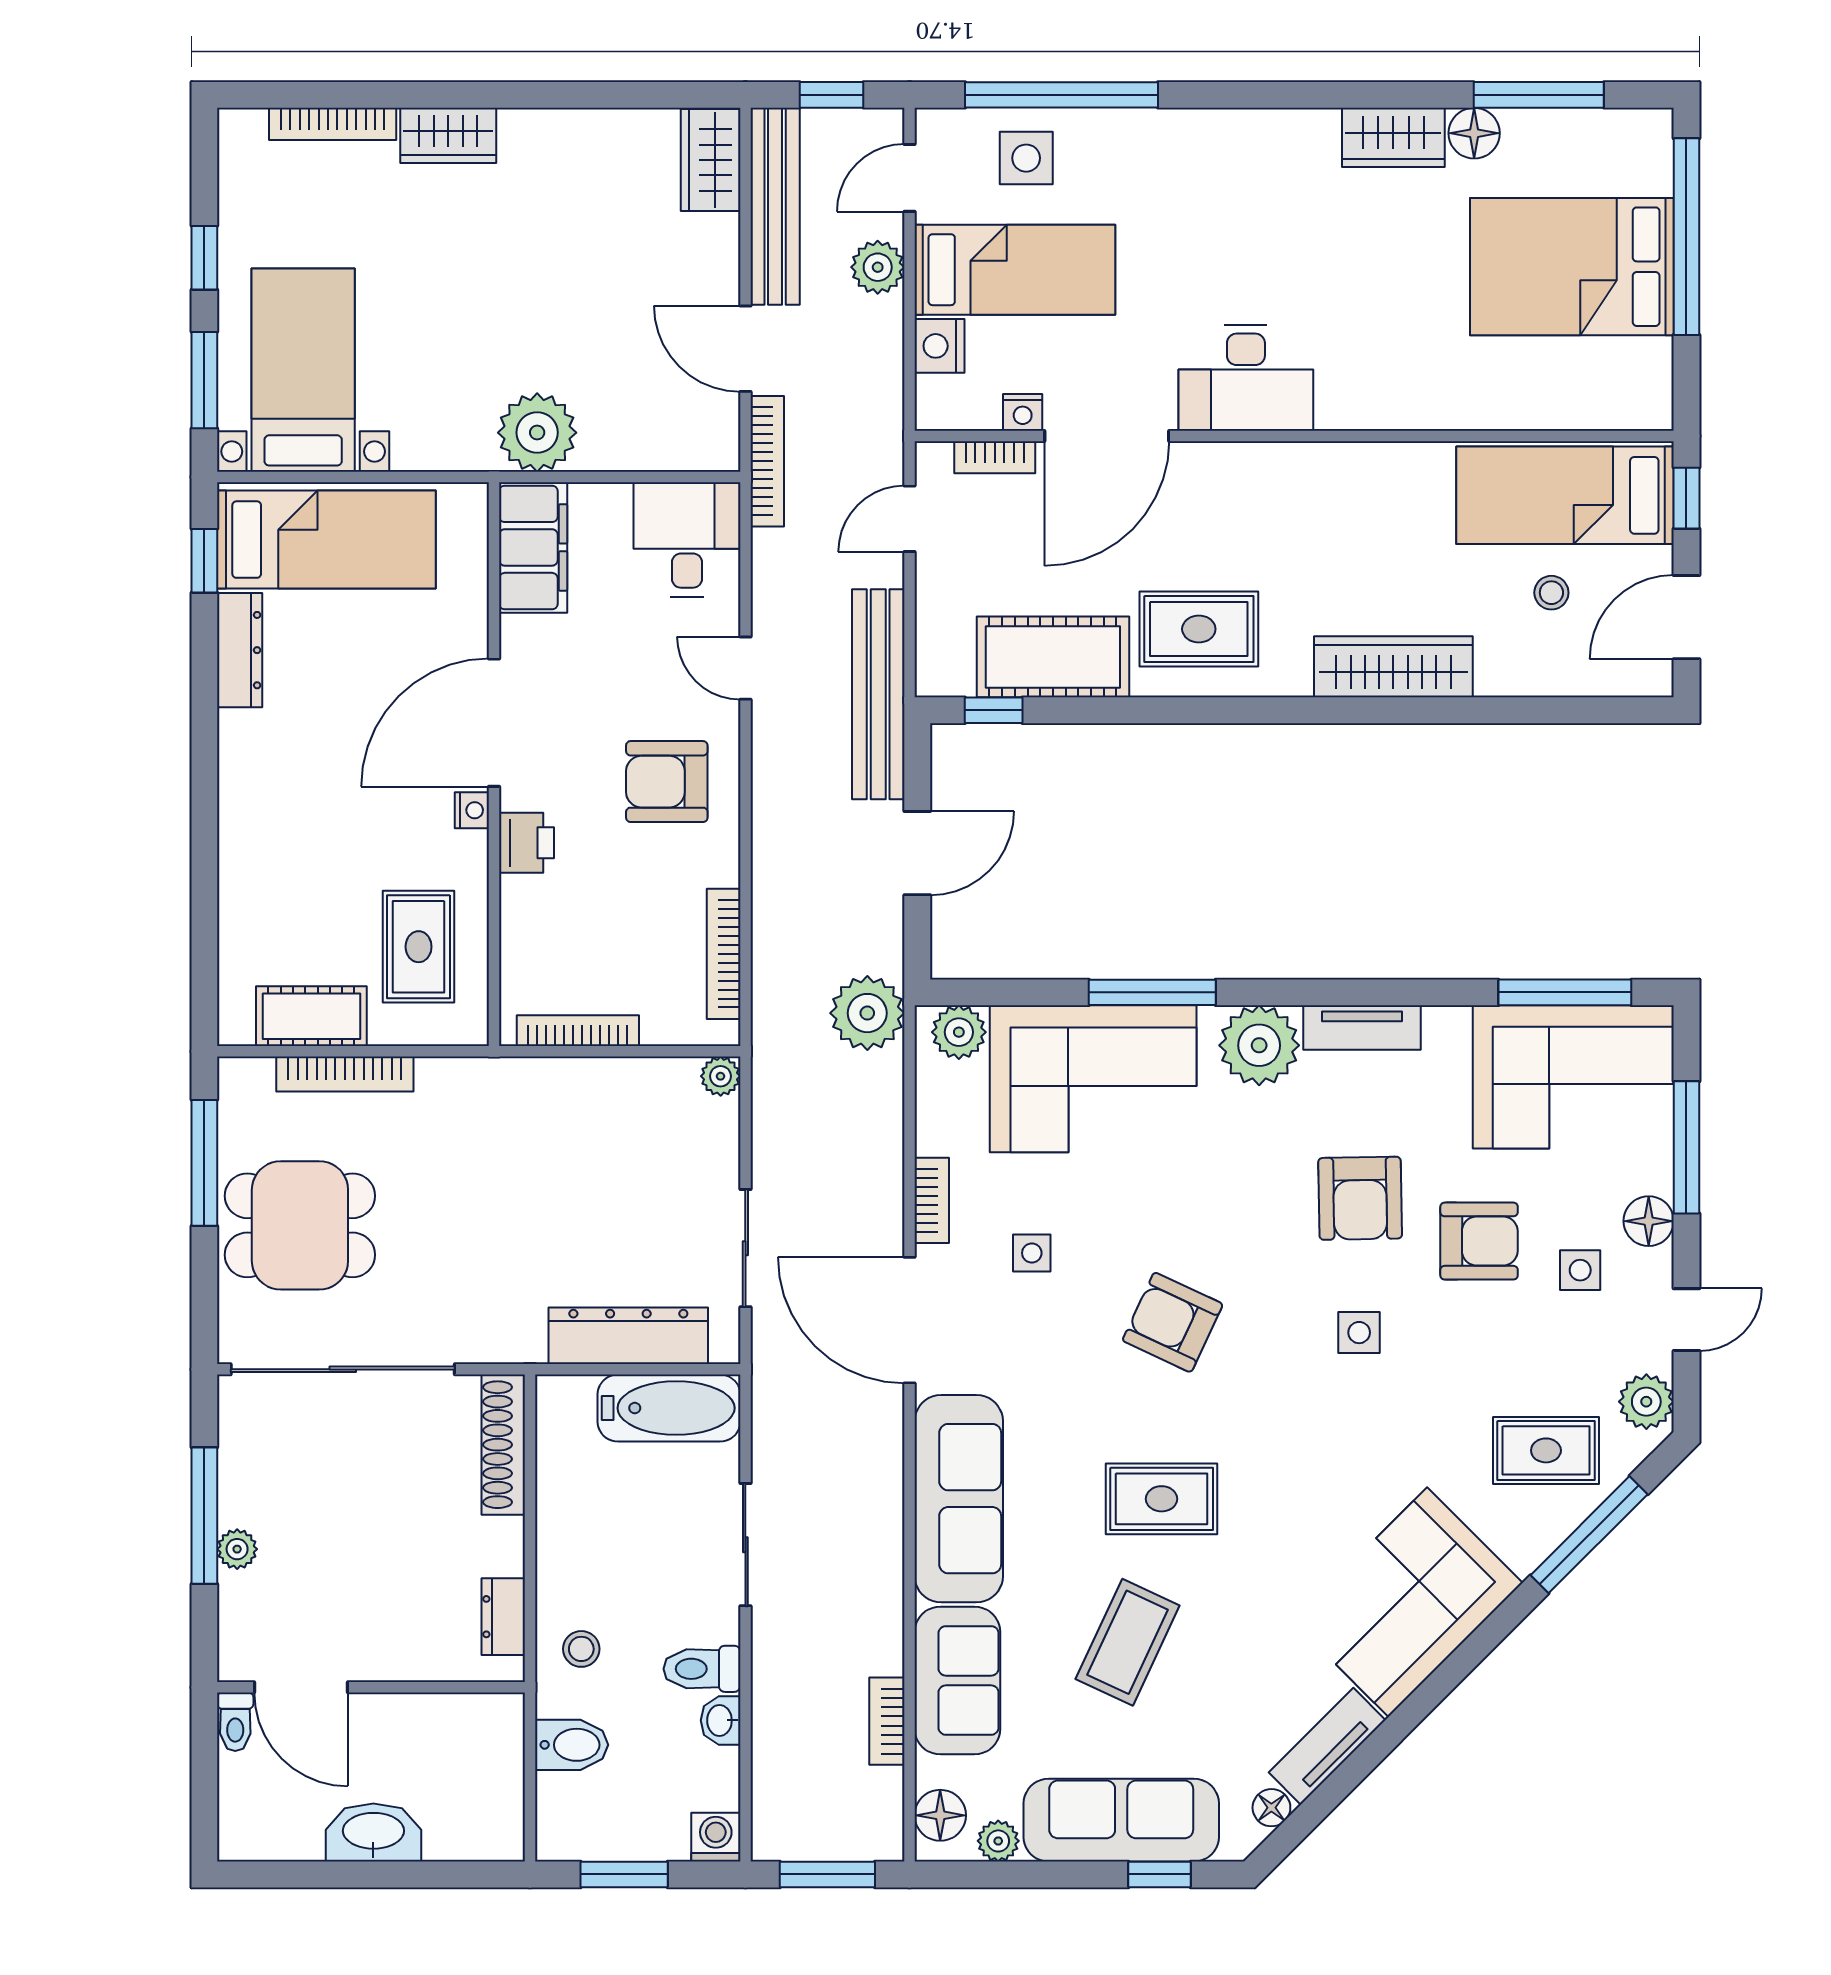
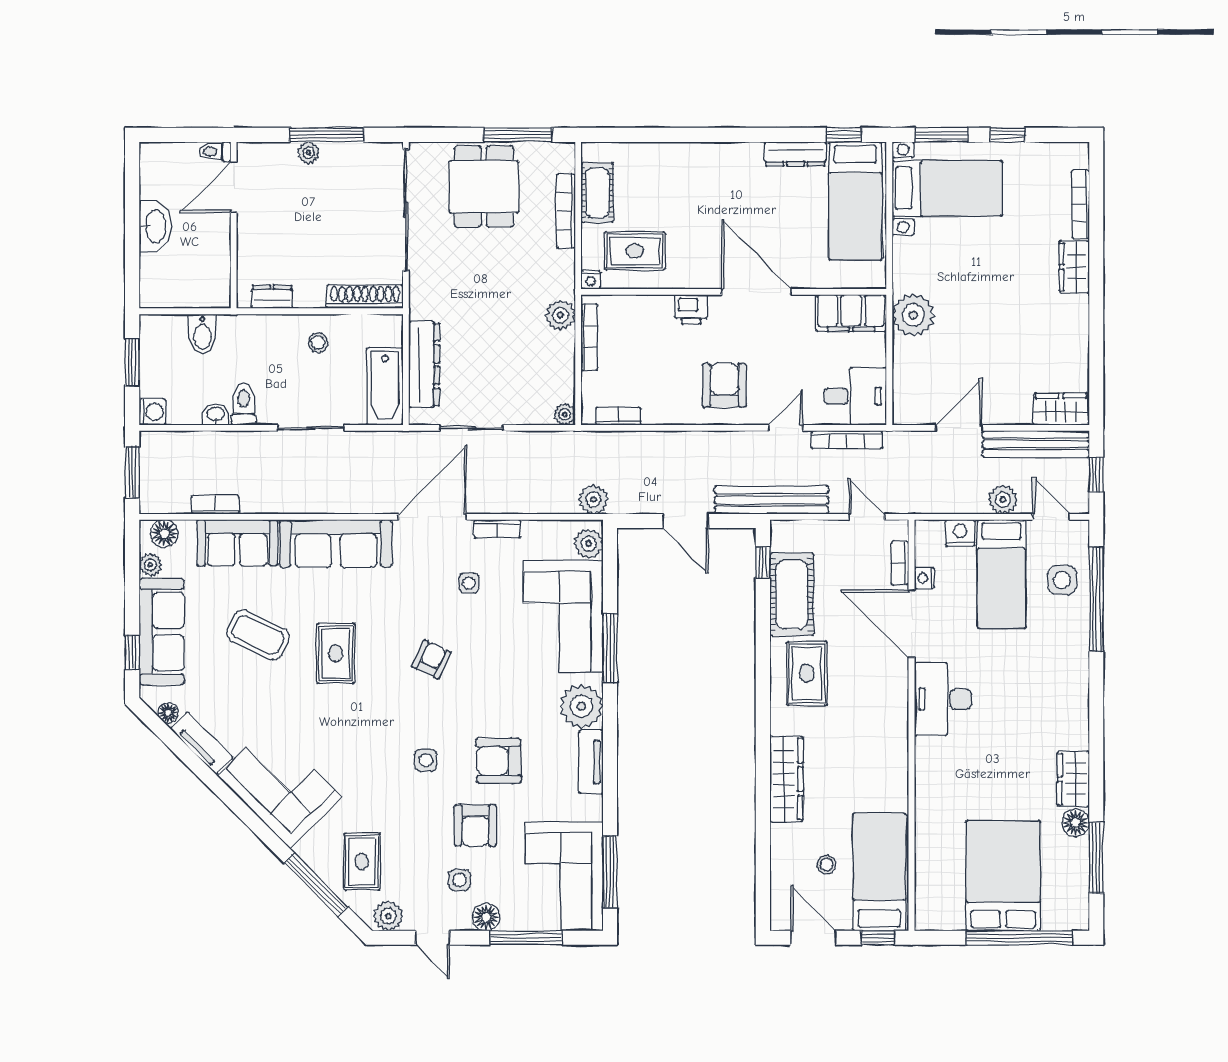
bookcase: (767, 461) -> (847, 440), moved
nightstand: (472, 810) -> (591, 280), moved
bookcase: (724, 954) -> (618, 416), width x0.64
plant: (867, 1013) -> (593, 499), width x0.73, depth x0.73
plant: (537, 1084) -> (560, 315), added
armchair: (1173, 1322) -> (431, 659), width x0.72, depth x0.72
stool: (581, 1649) -> (318, 343), moved

